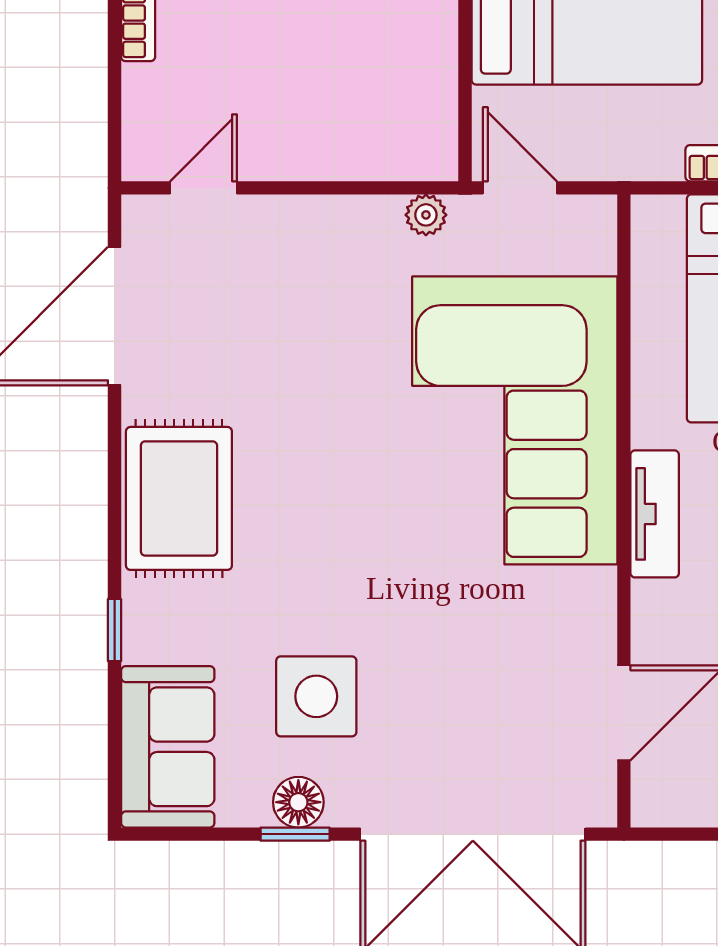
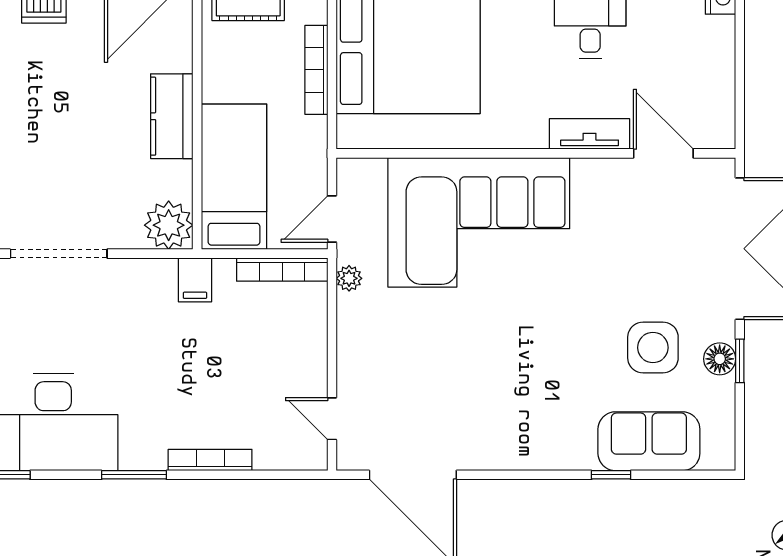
bookcase: (440, 109) -> (282, 269), added
rug: (179, 498) -> (528, 434), removed
tv unit: (655, 514) -> (590, 134), moved
sofa: (168, 747) -> (649, 441), moved

